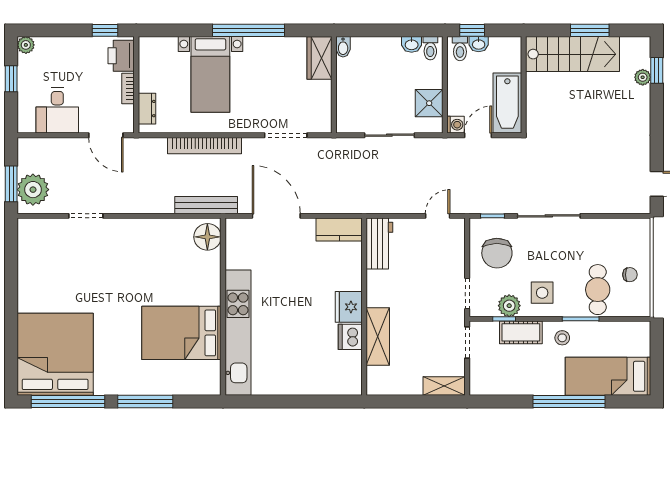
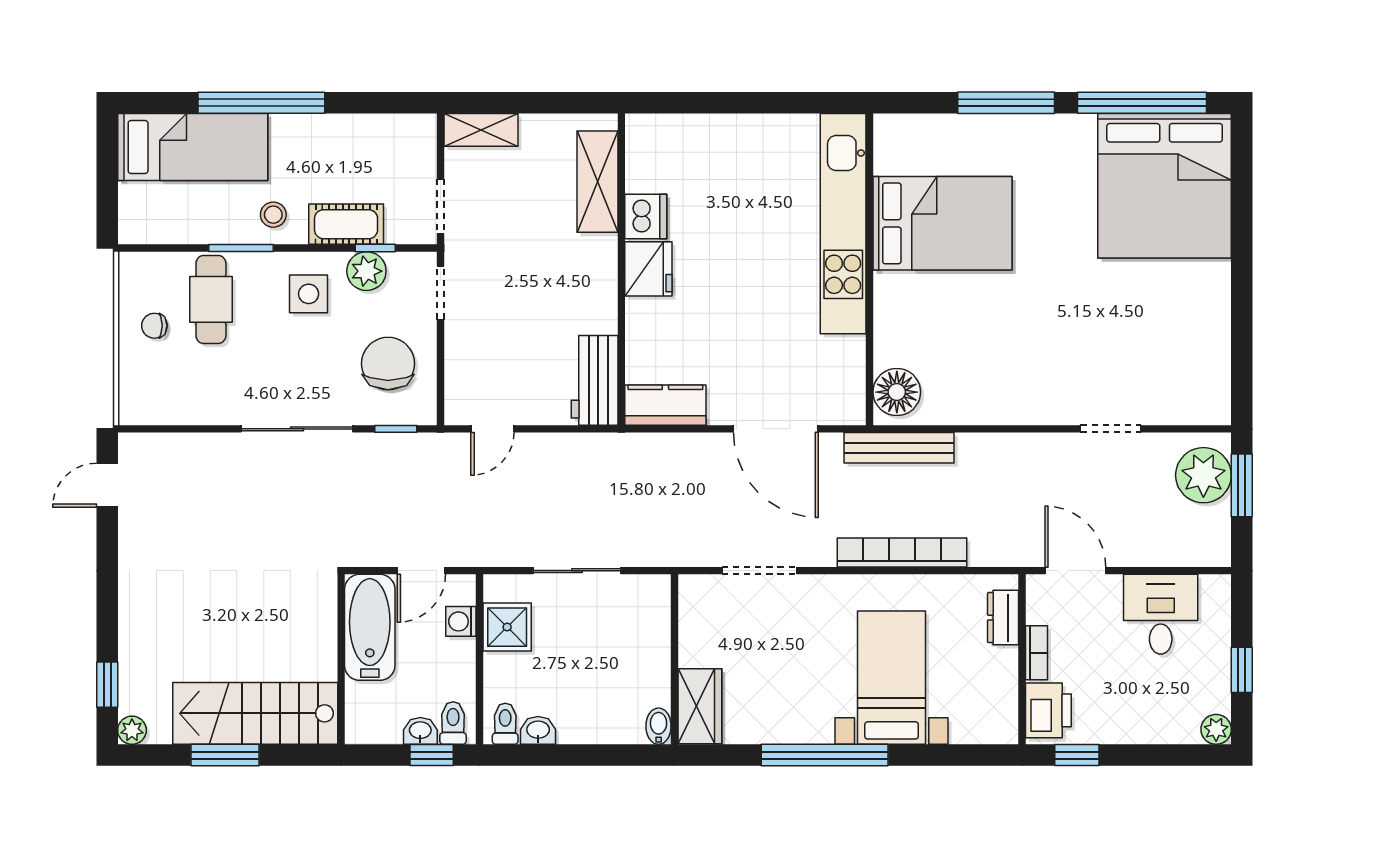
plant: (643, 77) -> (132, 730), moved
washing machine: (455, 125) -> (461, 621), moved
shelving: (378, 336) -> (597, 182), moved

